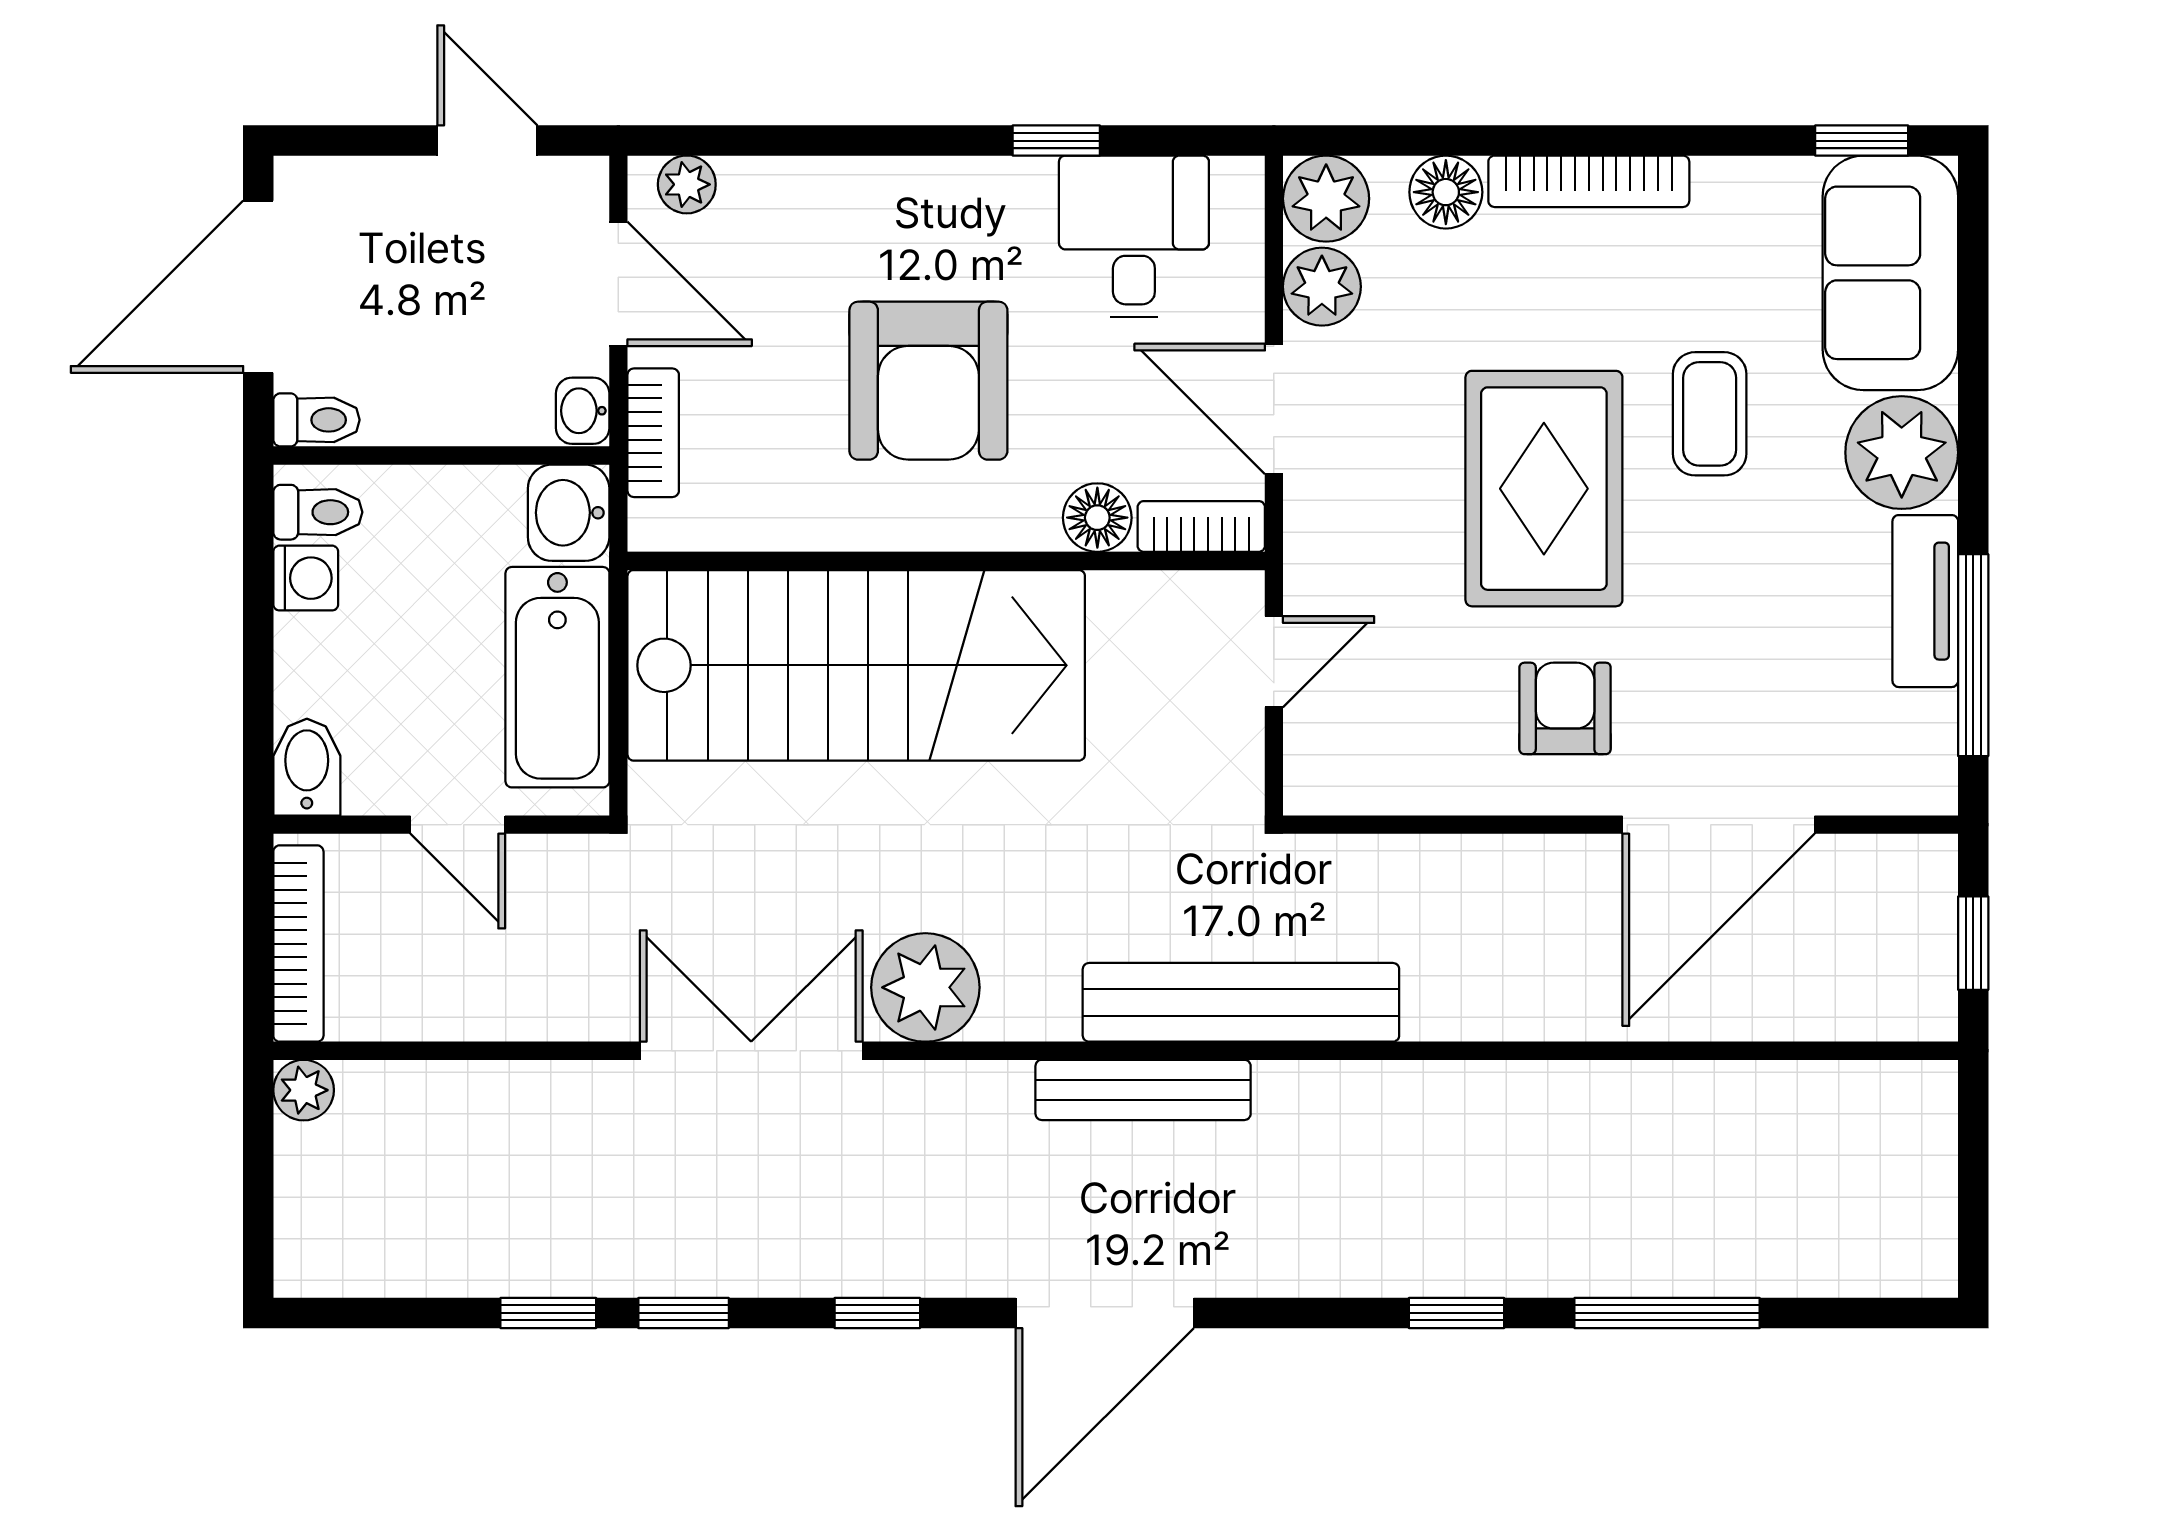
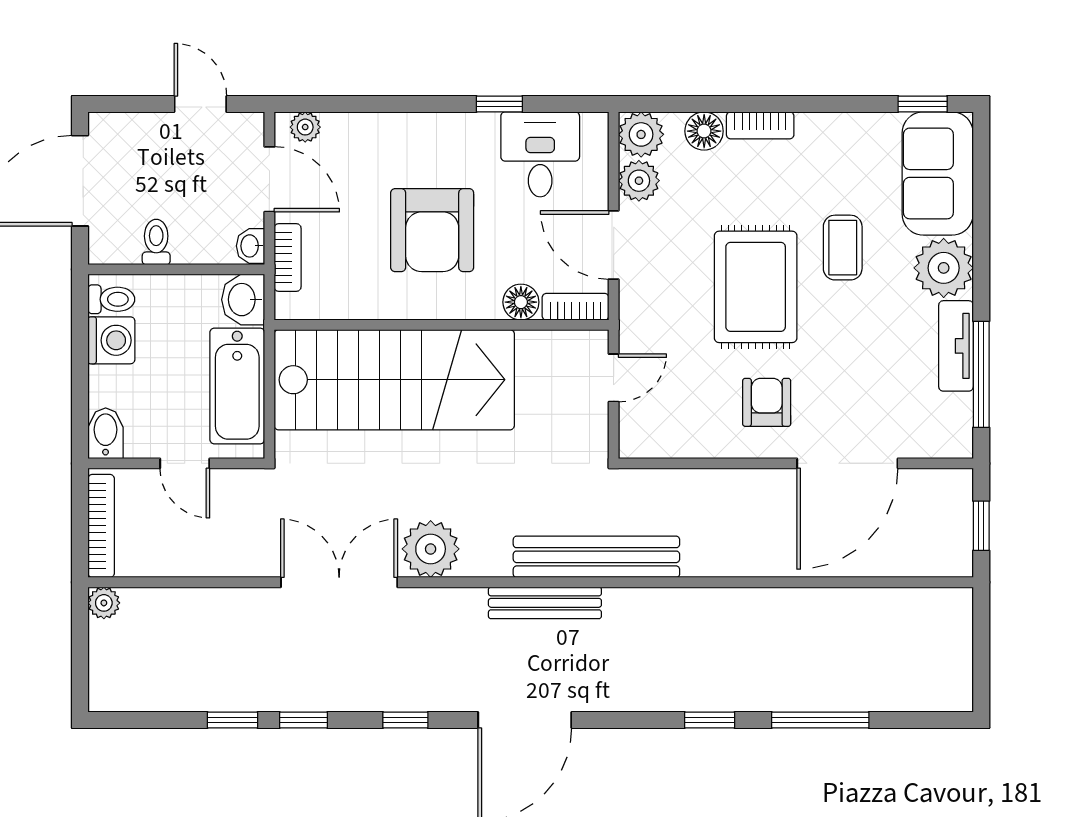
bookcase: (1589, 181) -> (760, 125), width x0.64
toilet: (317, 420) -> (156, 242), moved, turned -90
washing machine: (306, 578) -> (111, 340), width x1.38, depth x1.38

